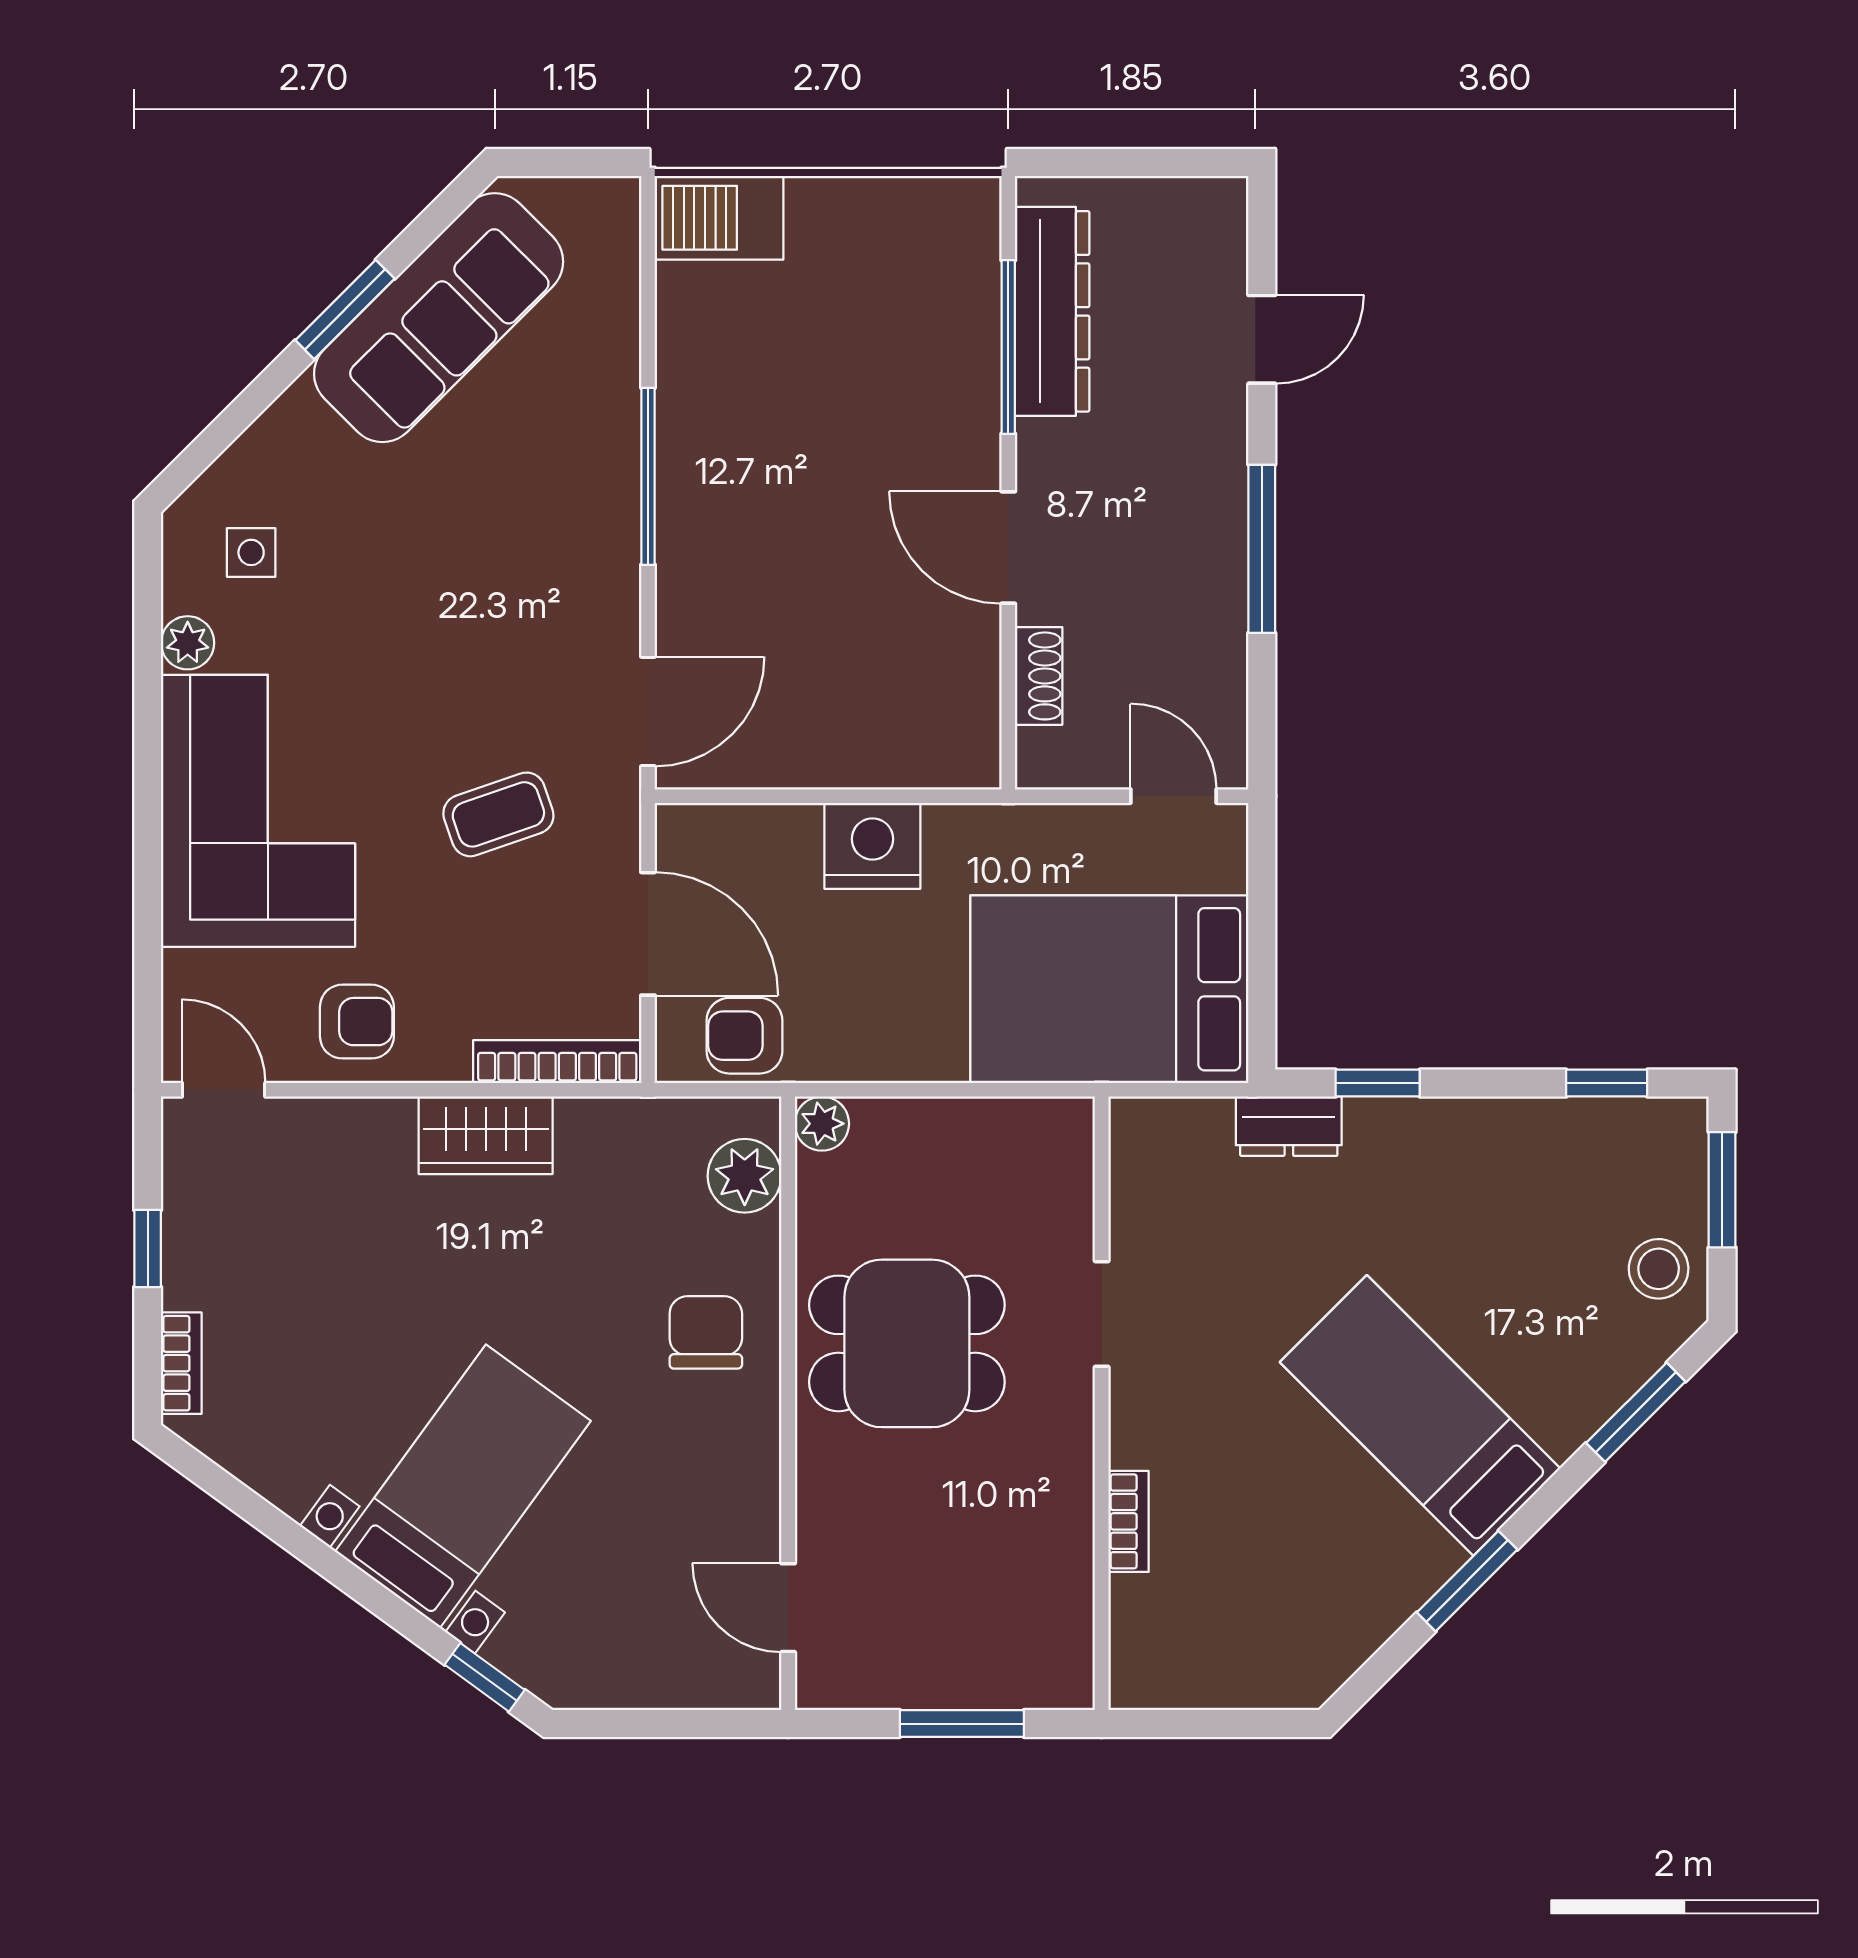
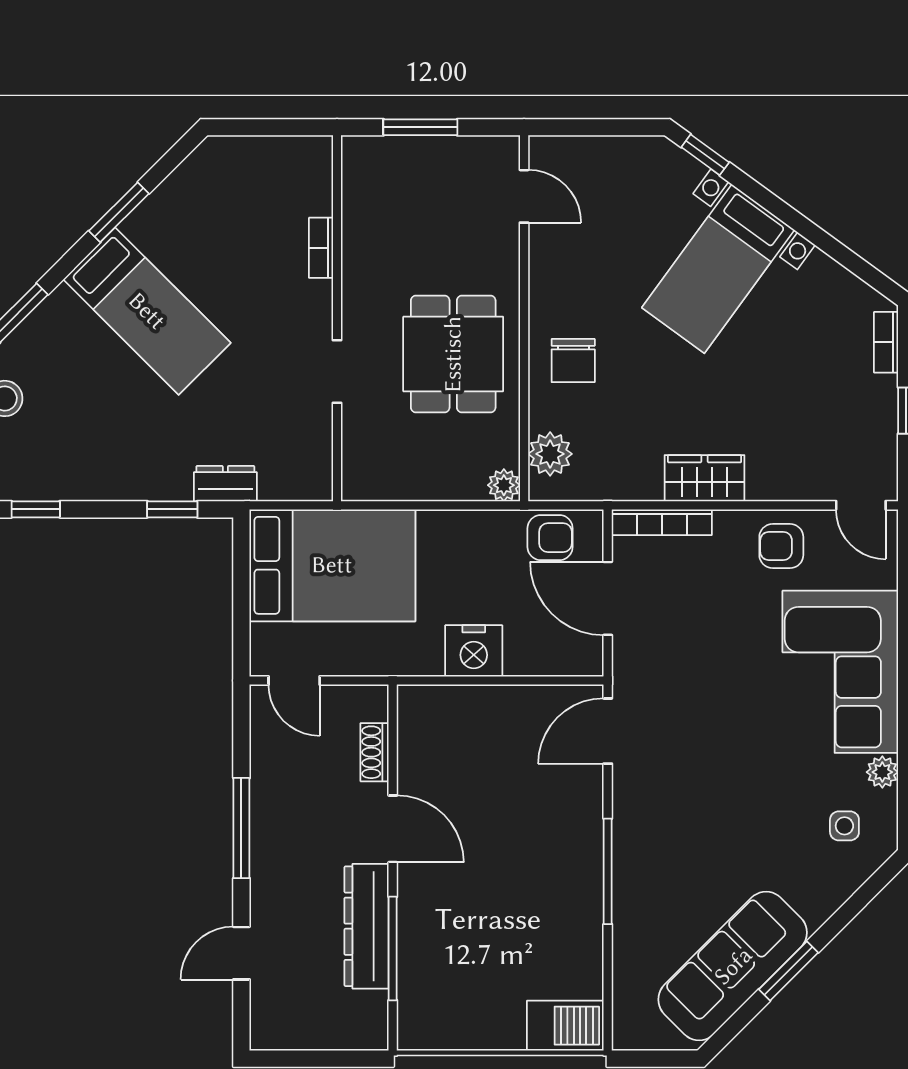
dresser: (1052, 311) -> (367, 926), moved
coffee table: (498, 814) -> (697, 670), removed
dining table: (907, 1343) -> (453, 354), turned 90

